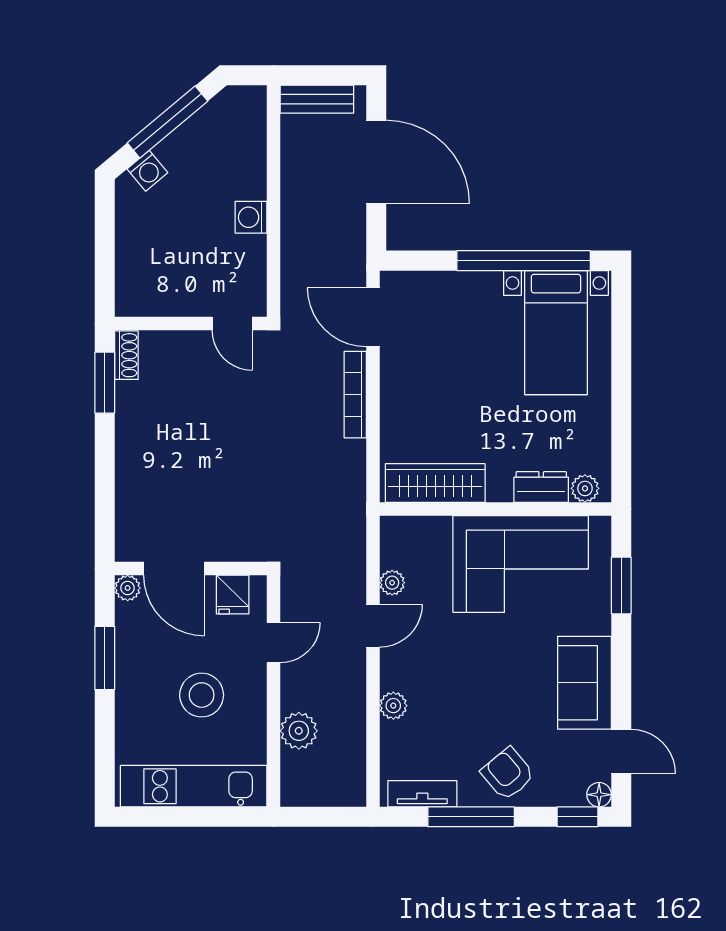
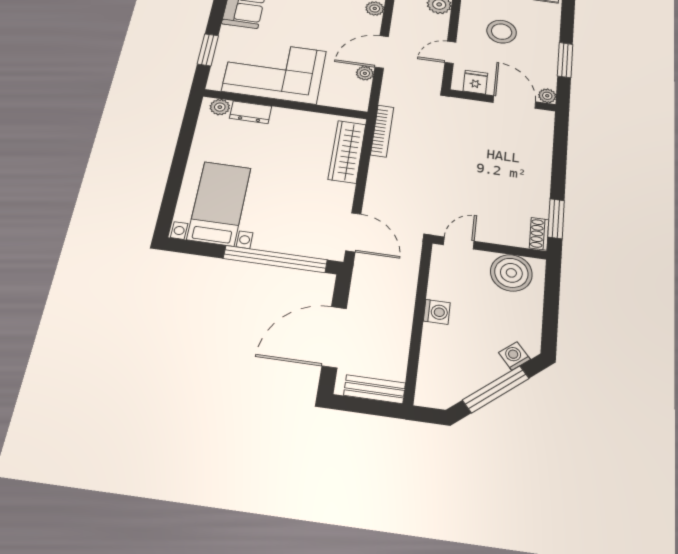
door: (376, 162) -> (334, 337), hinge flipped
window: (524, 261) -> (275, 259), moved
boiler: (159, 290) -> (511, 273), added
door: (232, 324) -> (459, 243), hinge flipped
bookcase: (355, 395) -> (382, 131), moved
wardrobe: (435, 483) -> (347, 152), moved, turned 90
door: (373, 626) -> (382, 52), width x1.38

